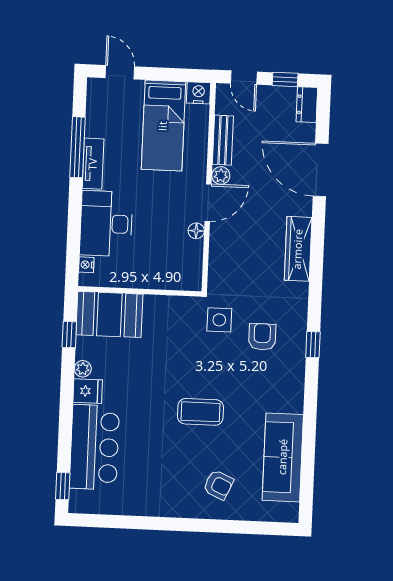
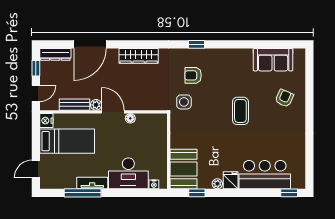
dresser: (307, 105) -> (55, 54), width x1.44
sofa: (283, 457) -> (273, 60), width x0.73

